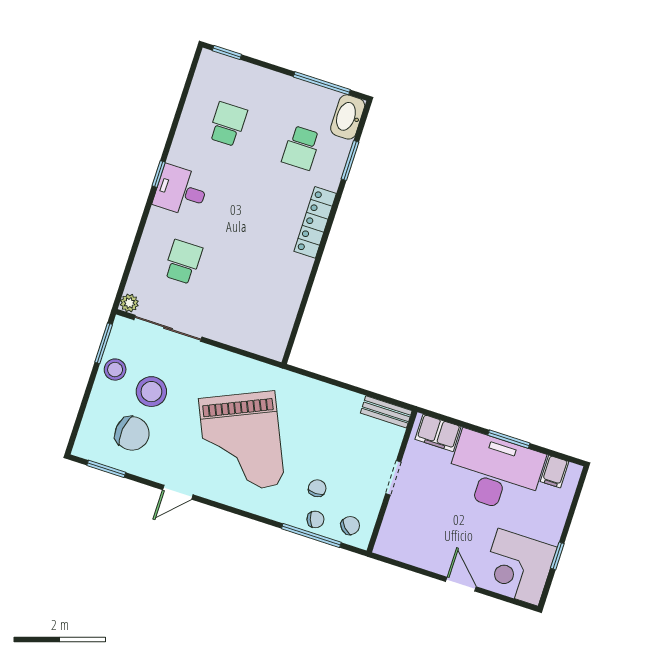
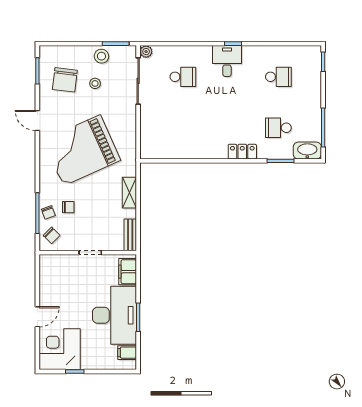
locker: (315, 222) -> (242, 152), width x0.66
stool: (151, 392) -> (95, 83), width x0.53, depth x0.53
shelving: (325, 393) -> (129, 193), added

